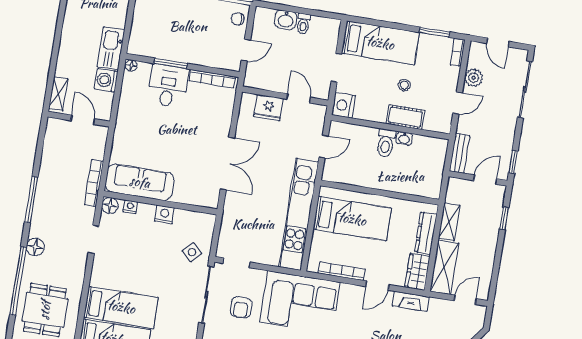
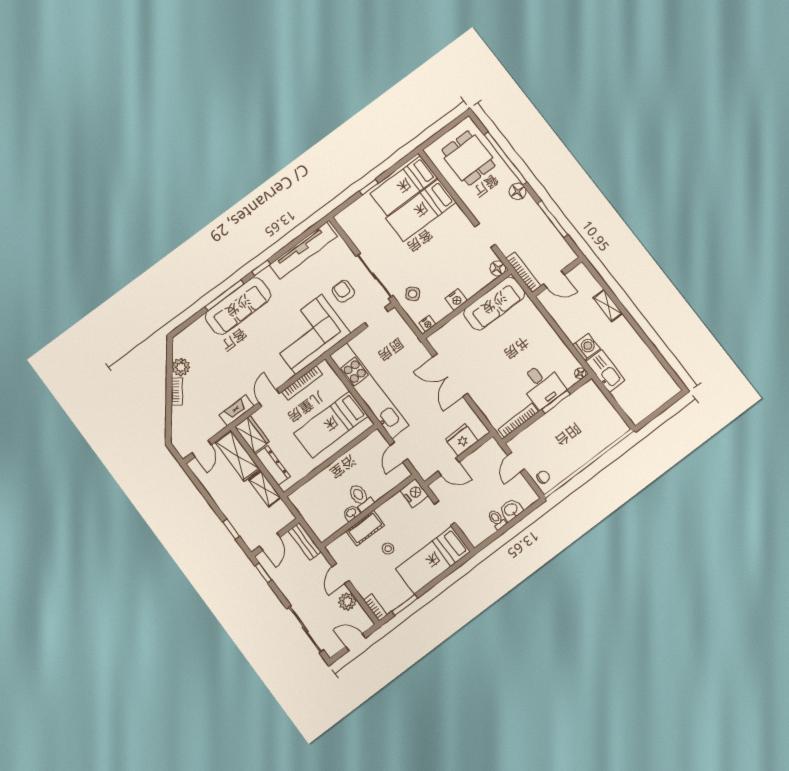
wall: (79, 119) -> (557, 277), moved
door: (83, 120) -> (554, 279), moved
nightstand: (130, 207) -> (427, 324), moved

